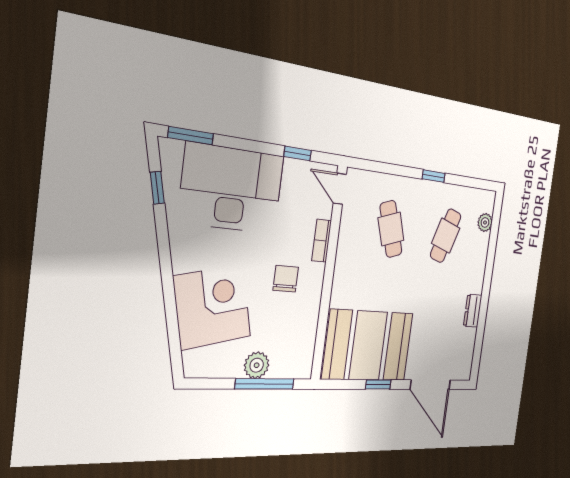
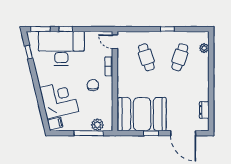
window: (298, 153) -> (66, 29), moved
dresser: (473, 311) -> (204, 110), moved
filing cabinet: (198, 361) -> (55, 124), added
plant: (257, 365) -> (97, 125), moved

